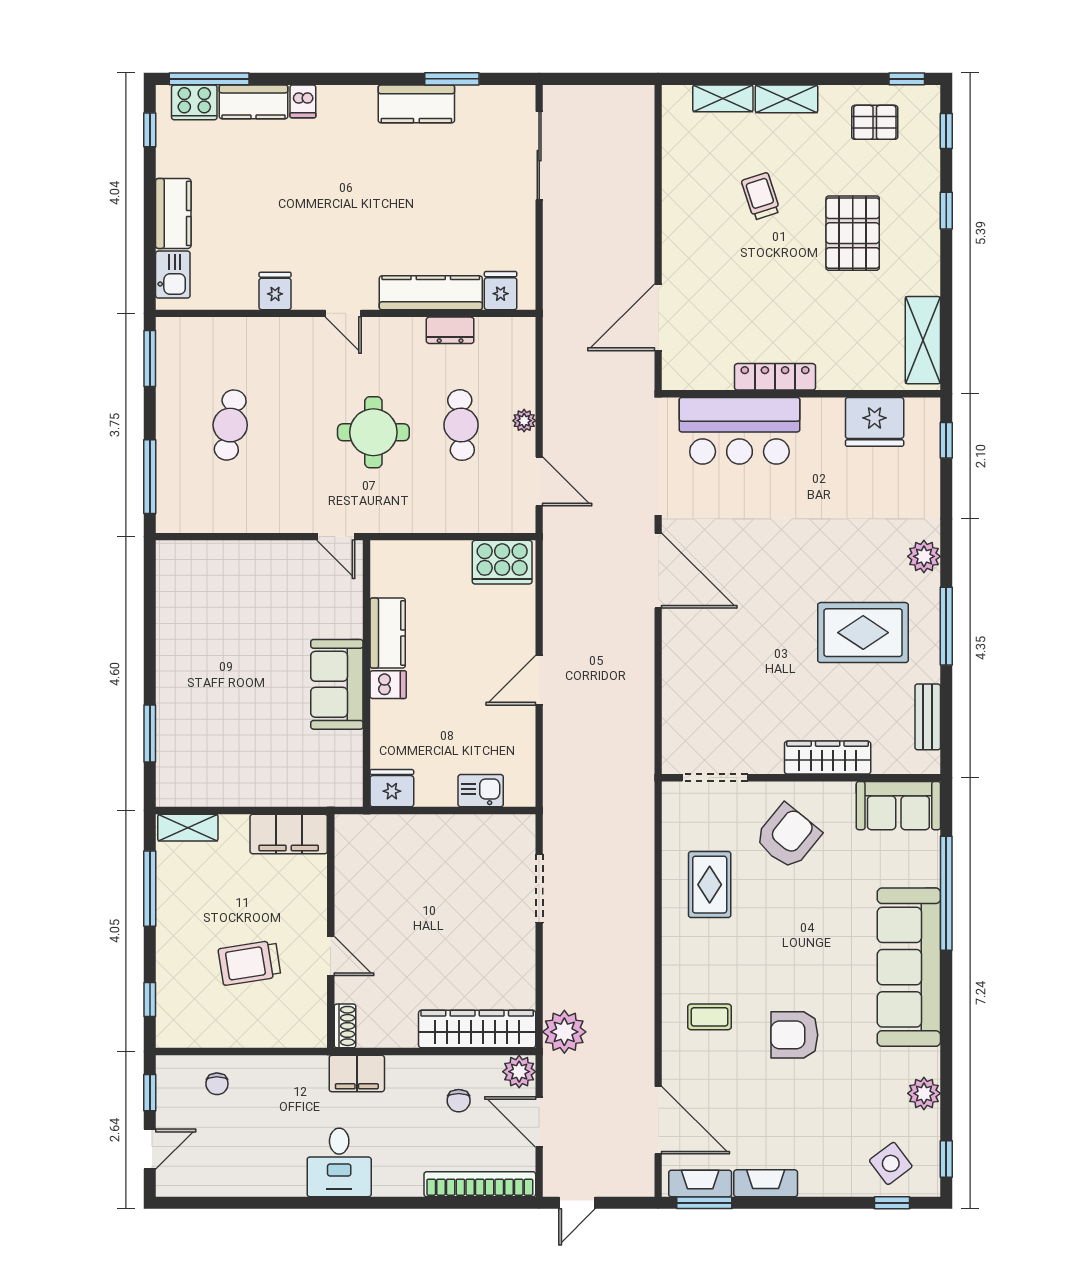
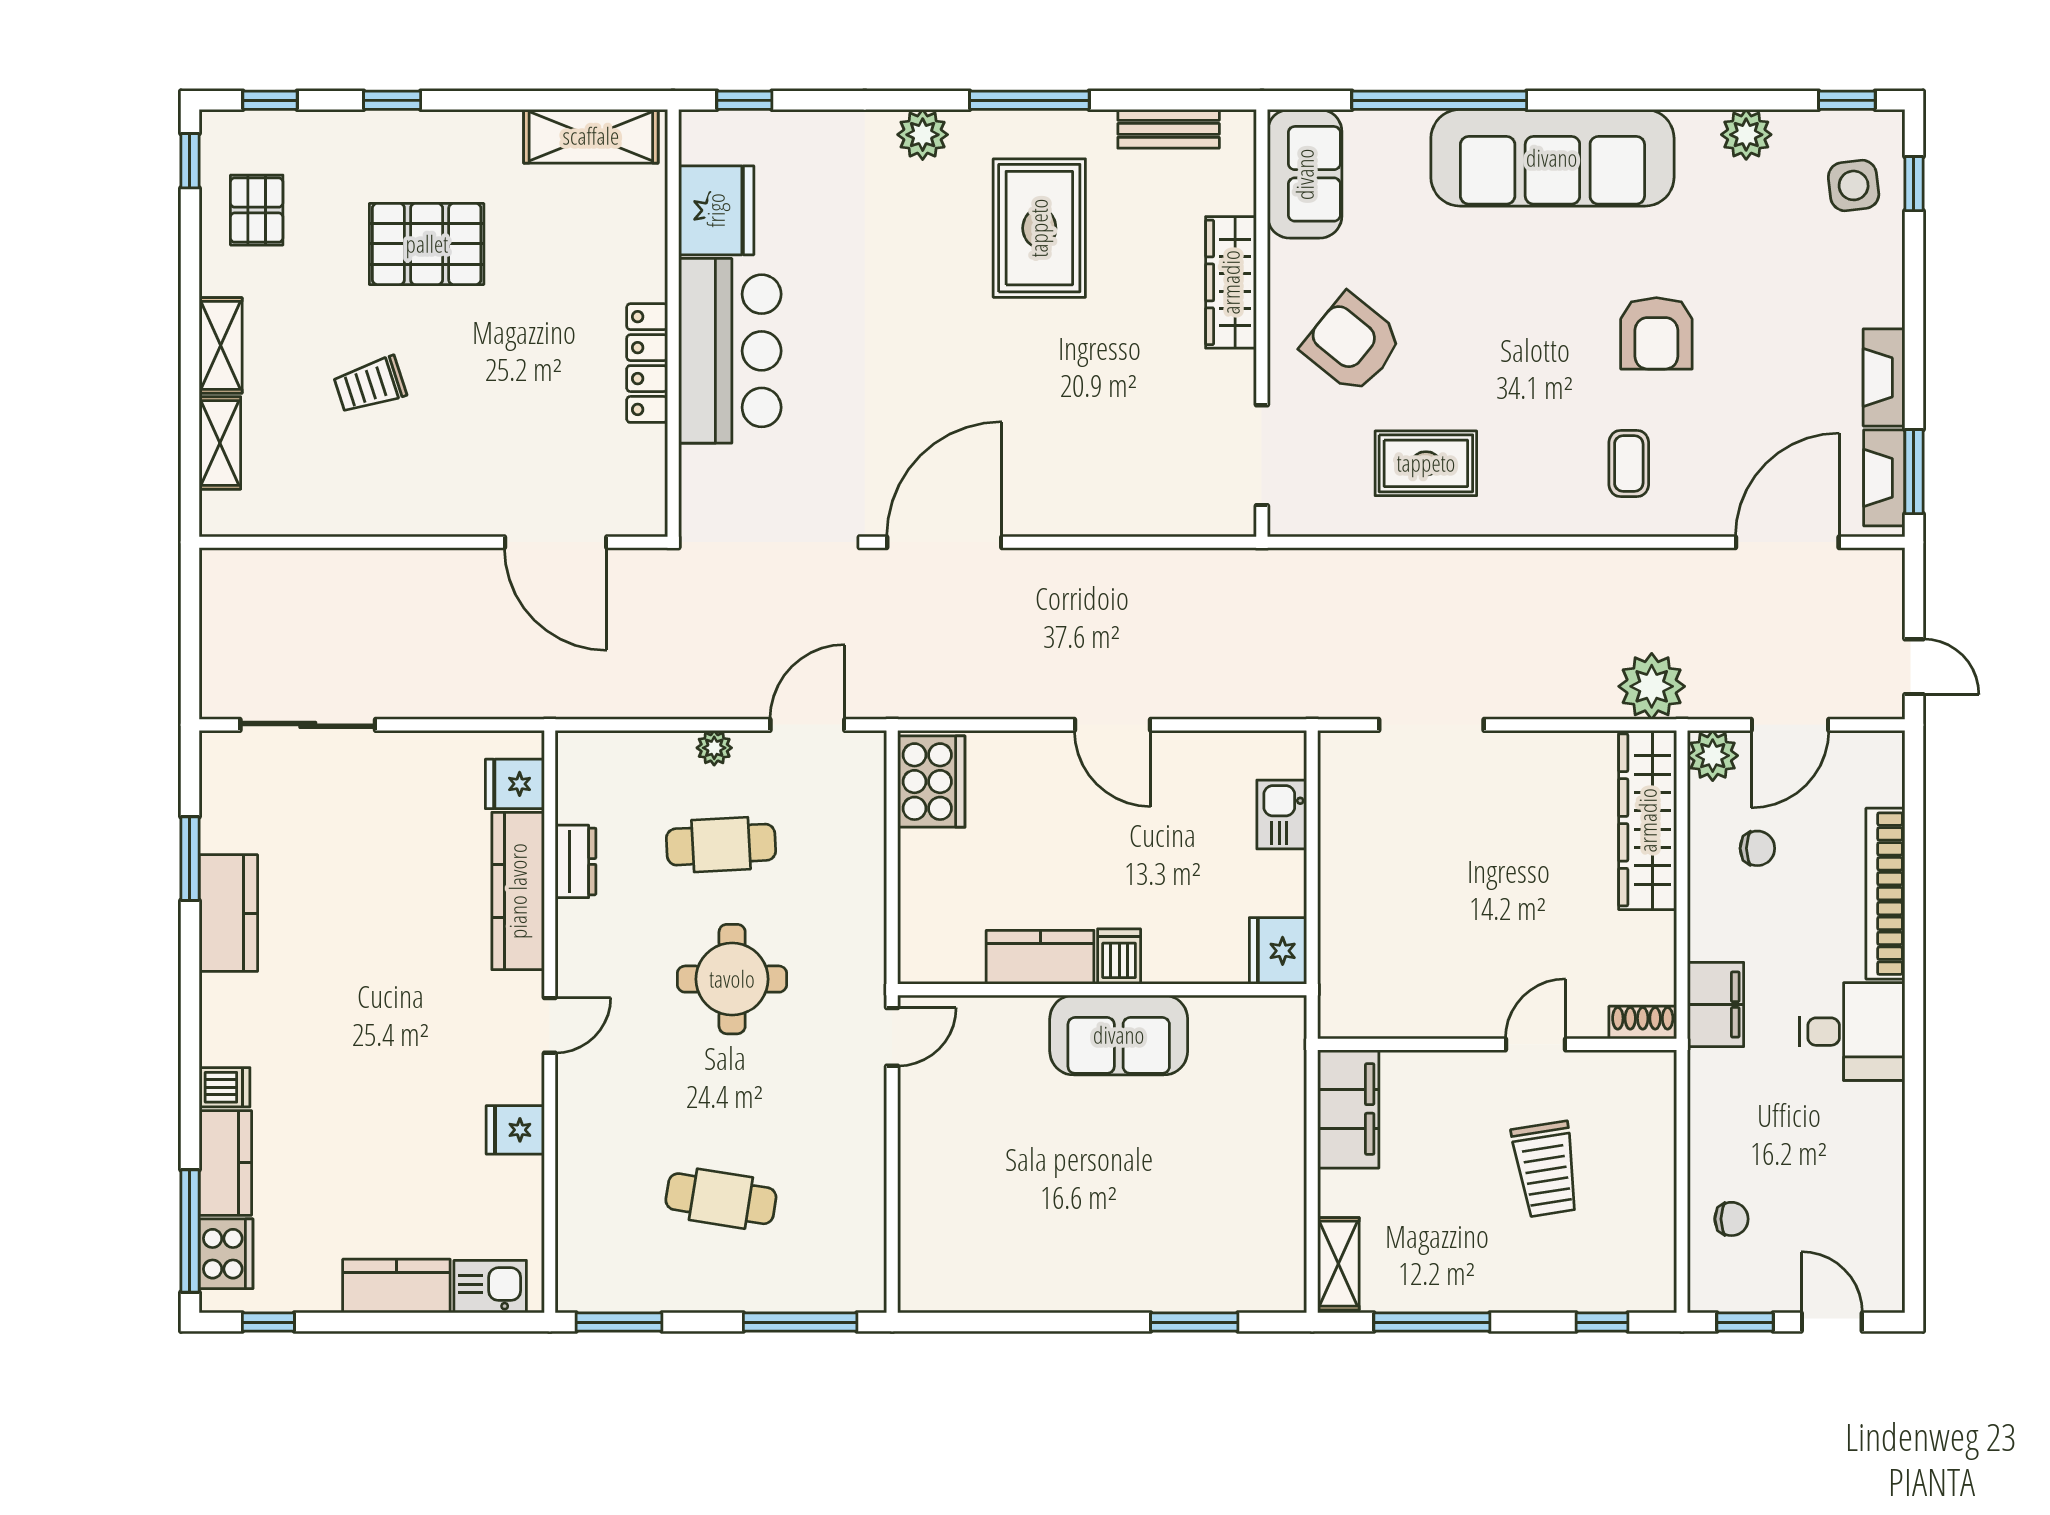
bar counter: (739, 431) -> (730, 351), moved
side table: (891, 1163) -> (1854, 185), turned 30
bookcase: (480, 1184) -> (1885, 894), moved

